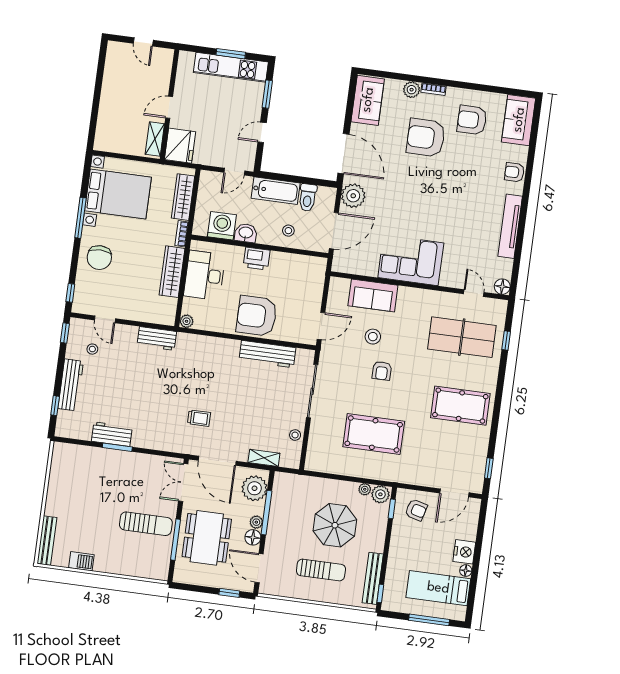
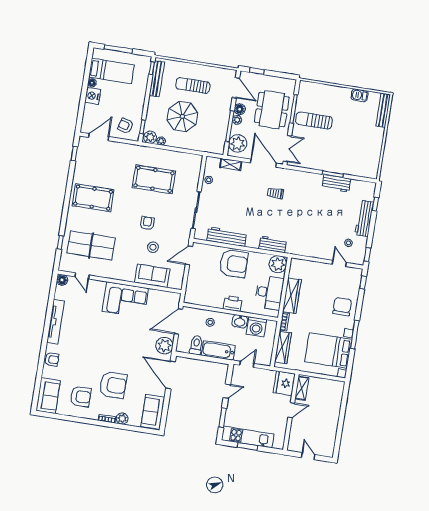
plant: (187, 321) -> (278, 264), width x1.88, depth x1.88
workbench: (157, 338) -> (273, 244), moved

